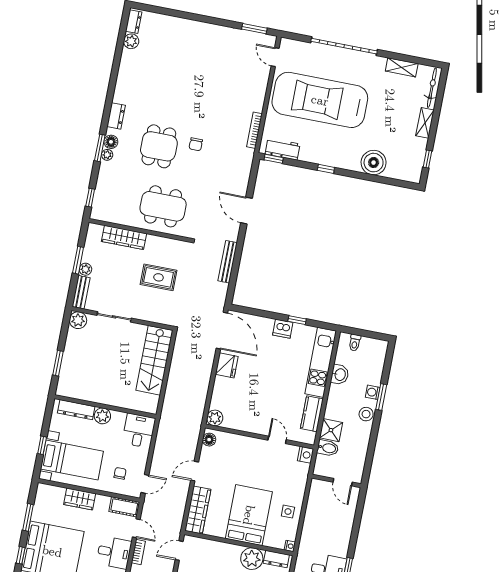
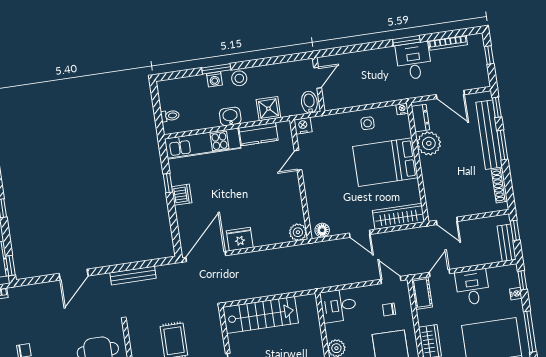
washbasin: (340, 375) -> (230, 116), moved
bidet: (328, 448) -> (309, 102), moved
bookcase: (138, 552) -> (463, 262), removed

